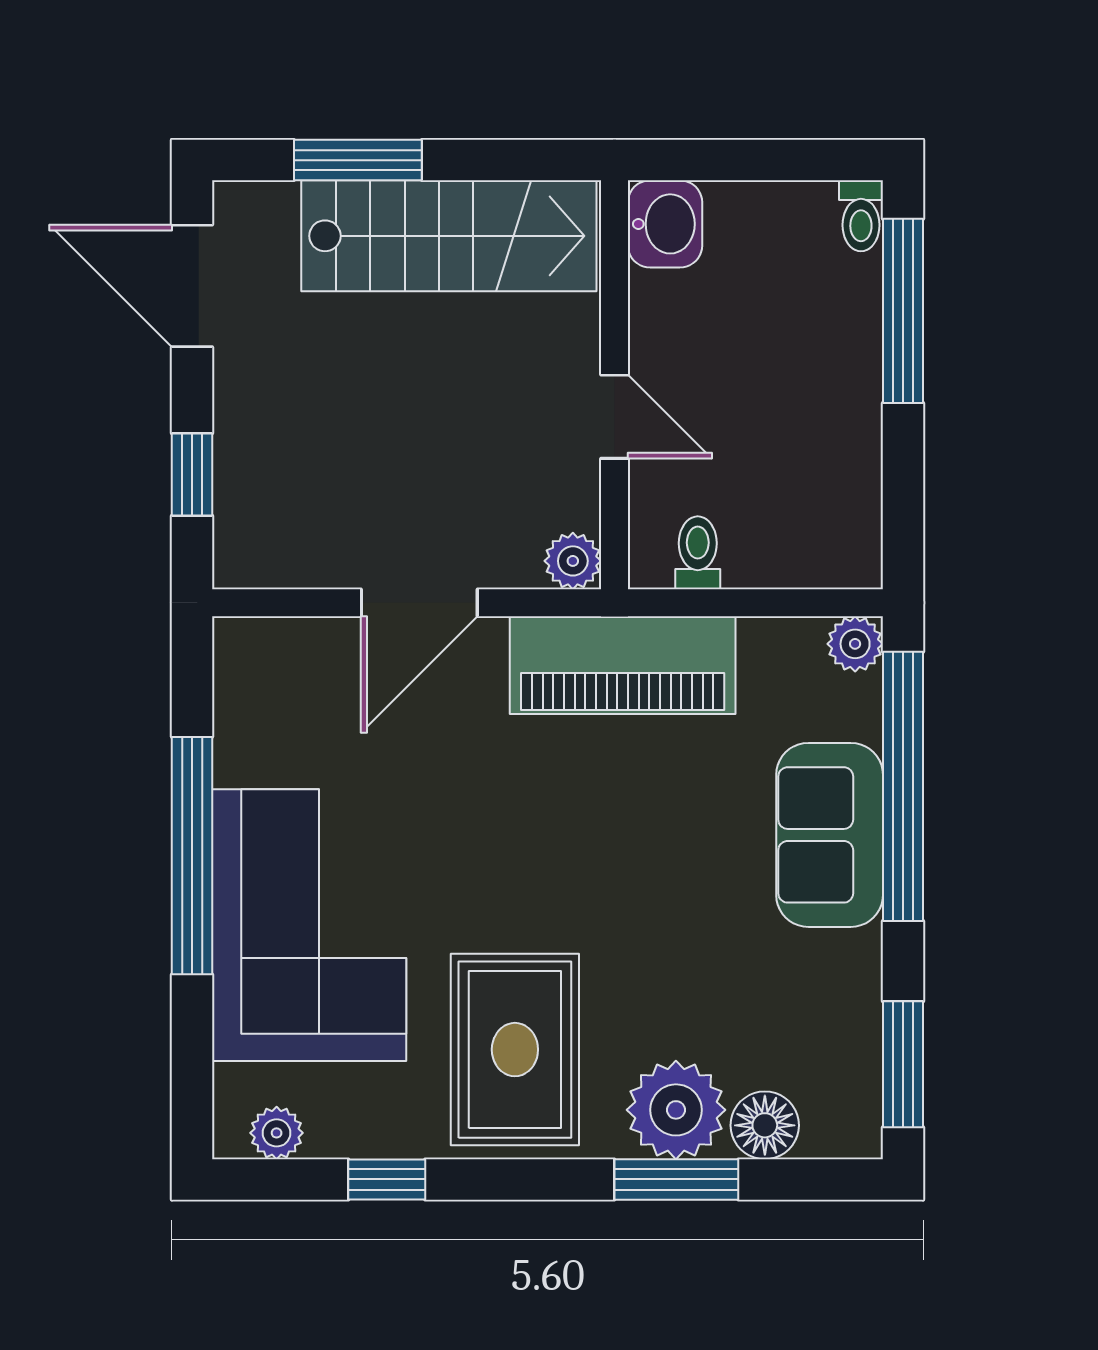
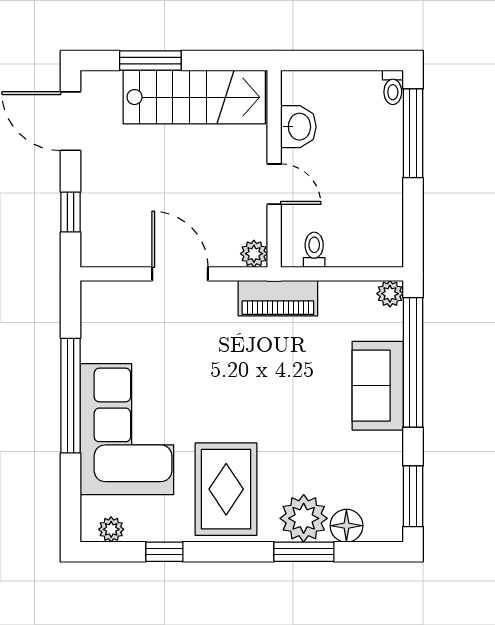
washbasin: (665, 224) -> (298, 127), moved
door: (419, 603) -> (180, 274), swing flipped
piano: (623, 665) -> (278, 298), width x0.73, depth x0.75

